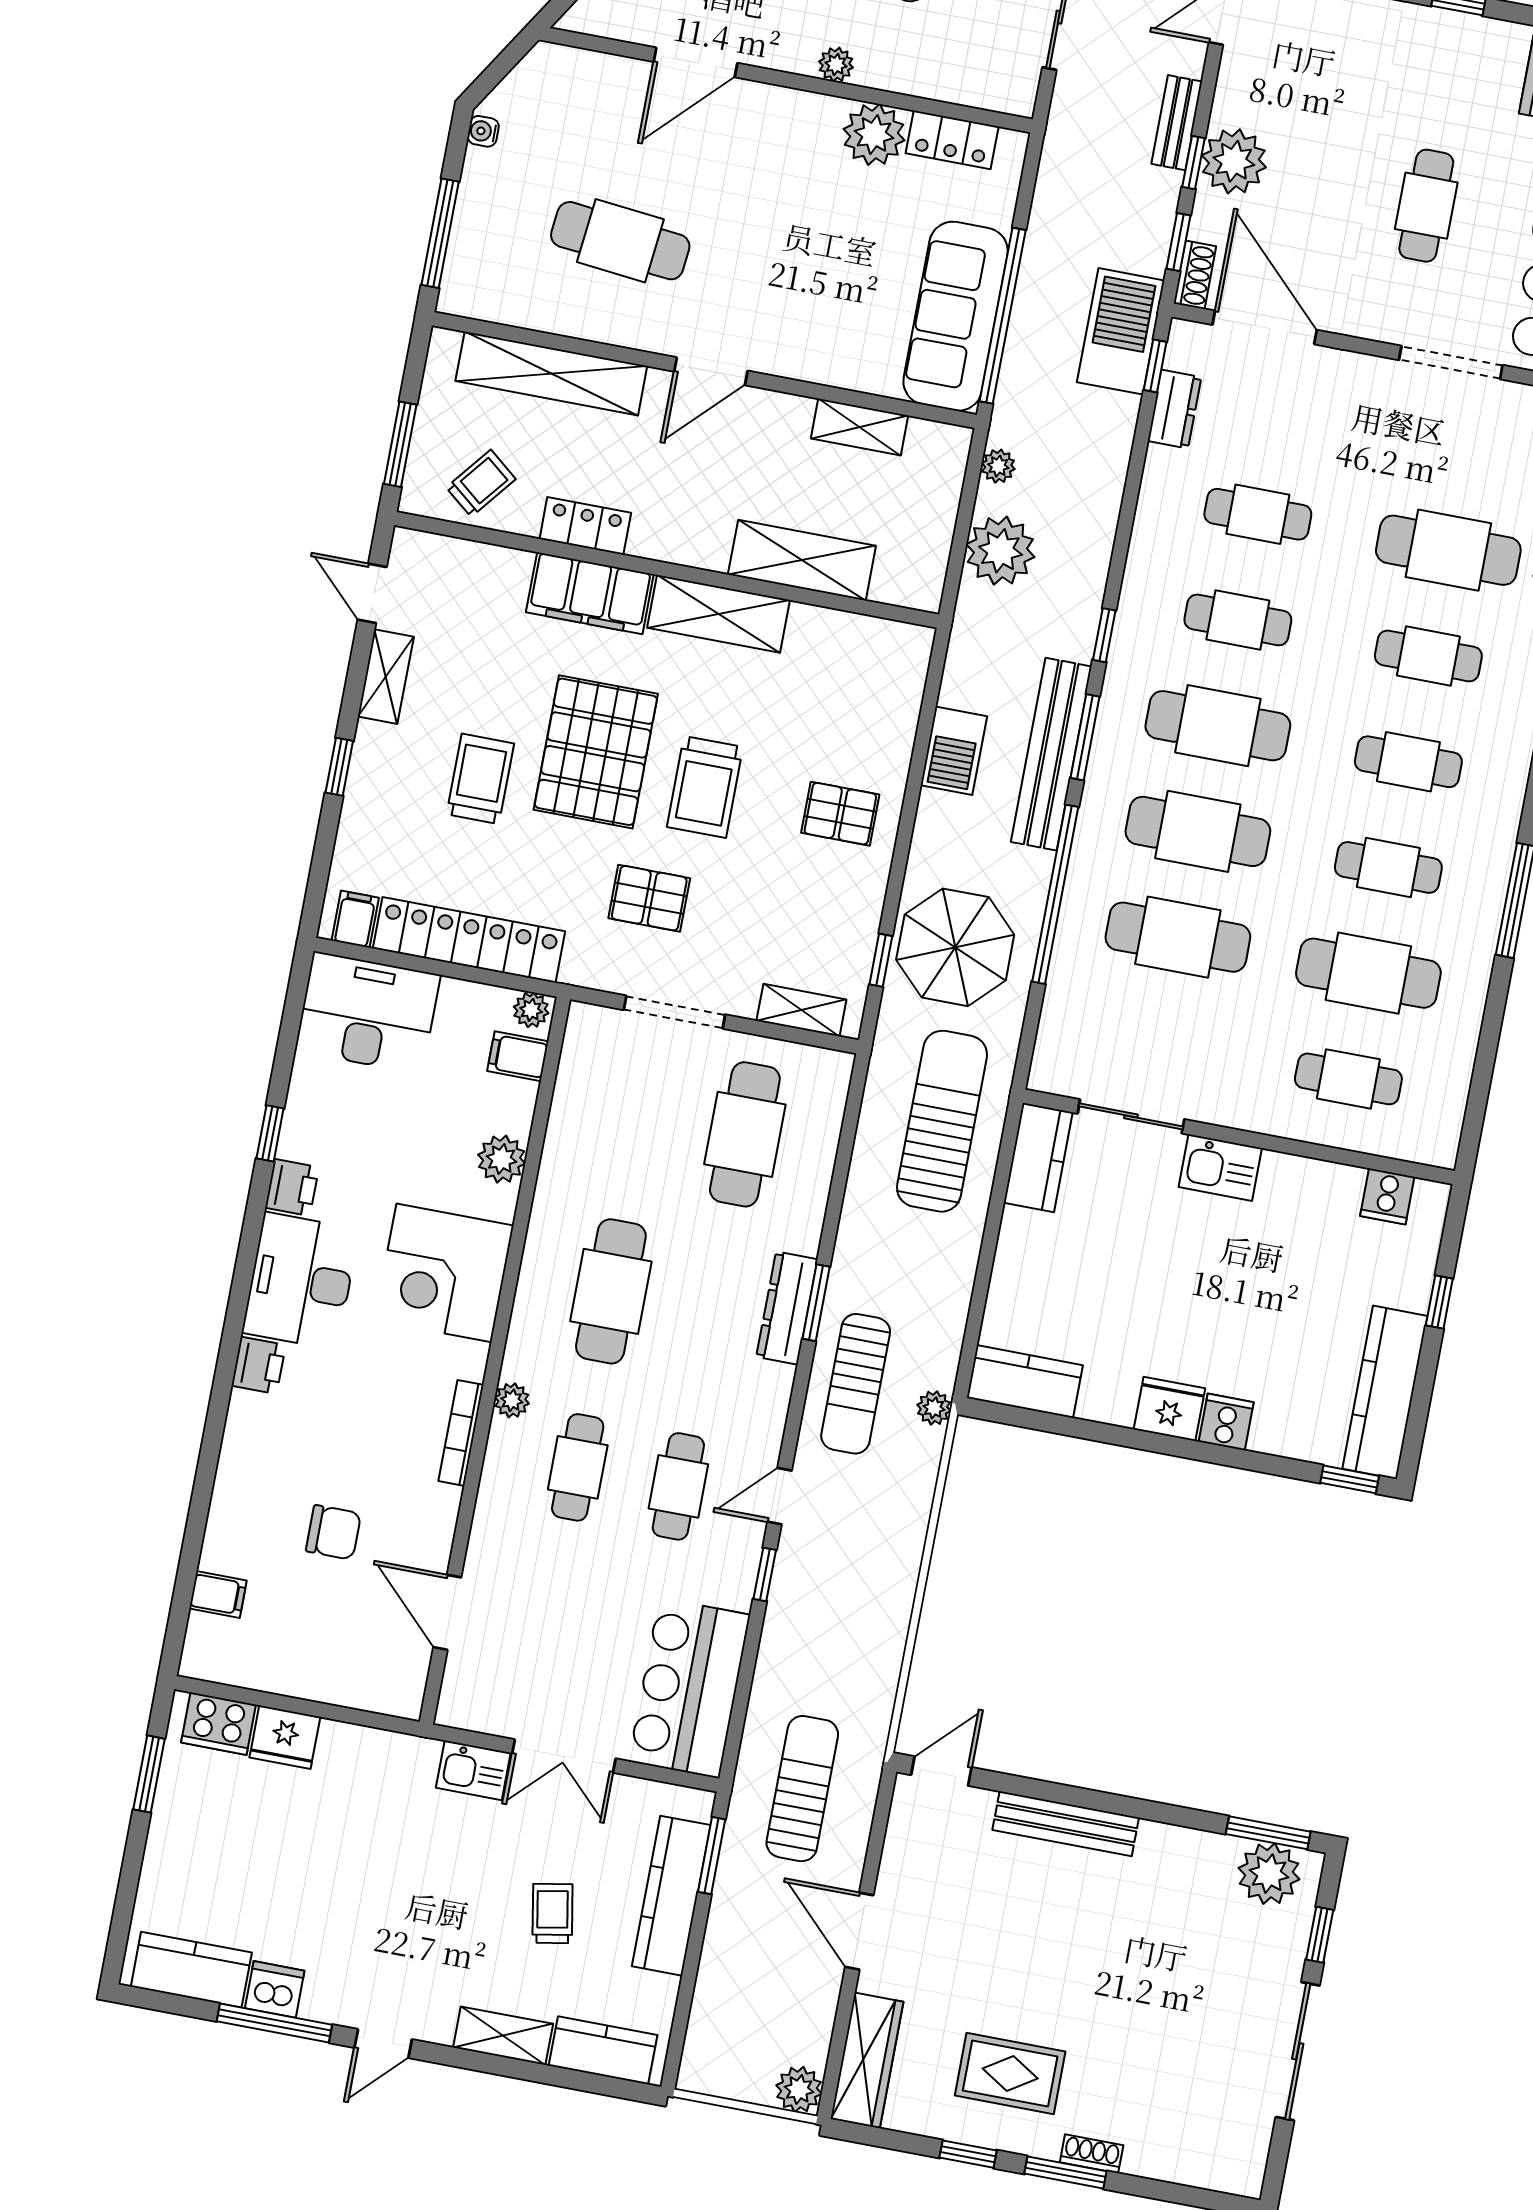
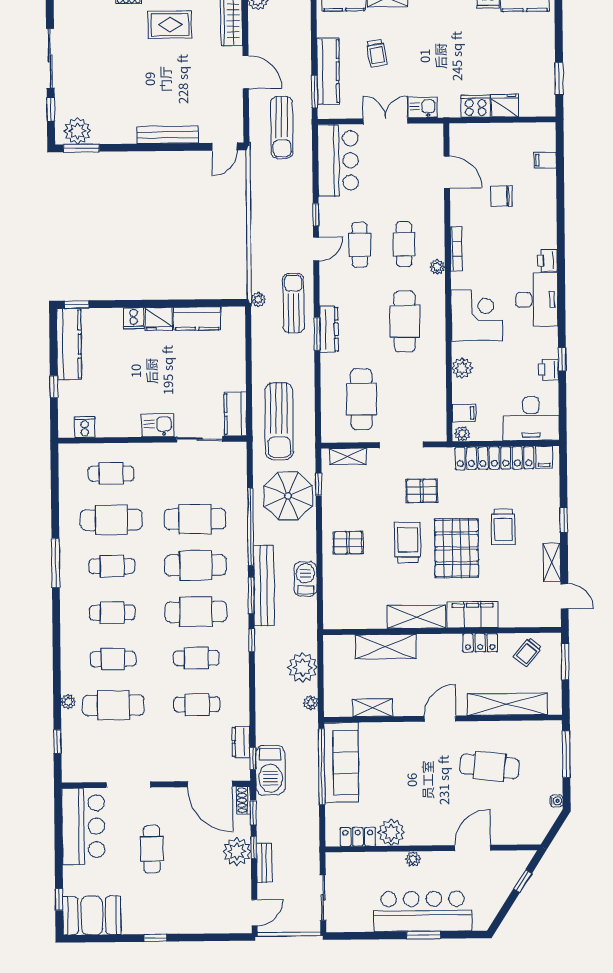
printer: (292, 1187) -> (549, 369), moved
kitchen counter: (1025, 1382) -> (197, 319), moved
cooker: (218, 1724) -> (476, 106), moved

